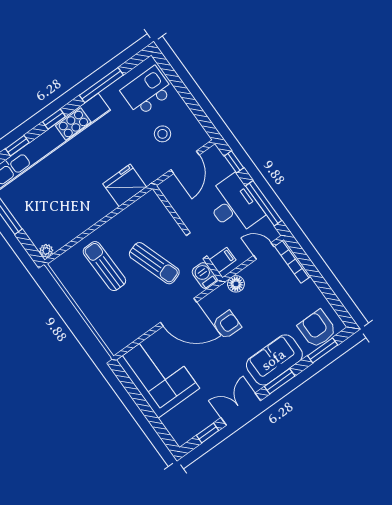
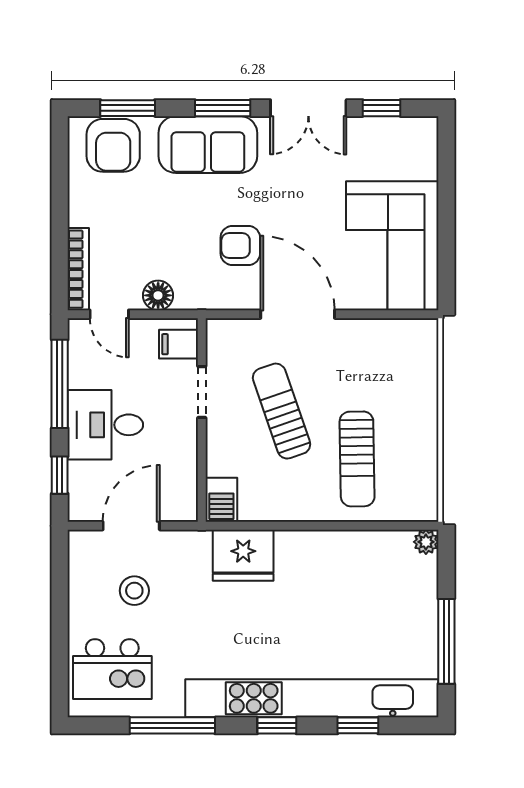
desk: (234, 205) -> (105, 425), width x0.73
barbecue: (205, 276) -> (221, 500), moved
floor lamp: (236, 284) -> (158, 295), moved

